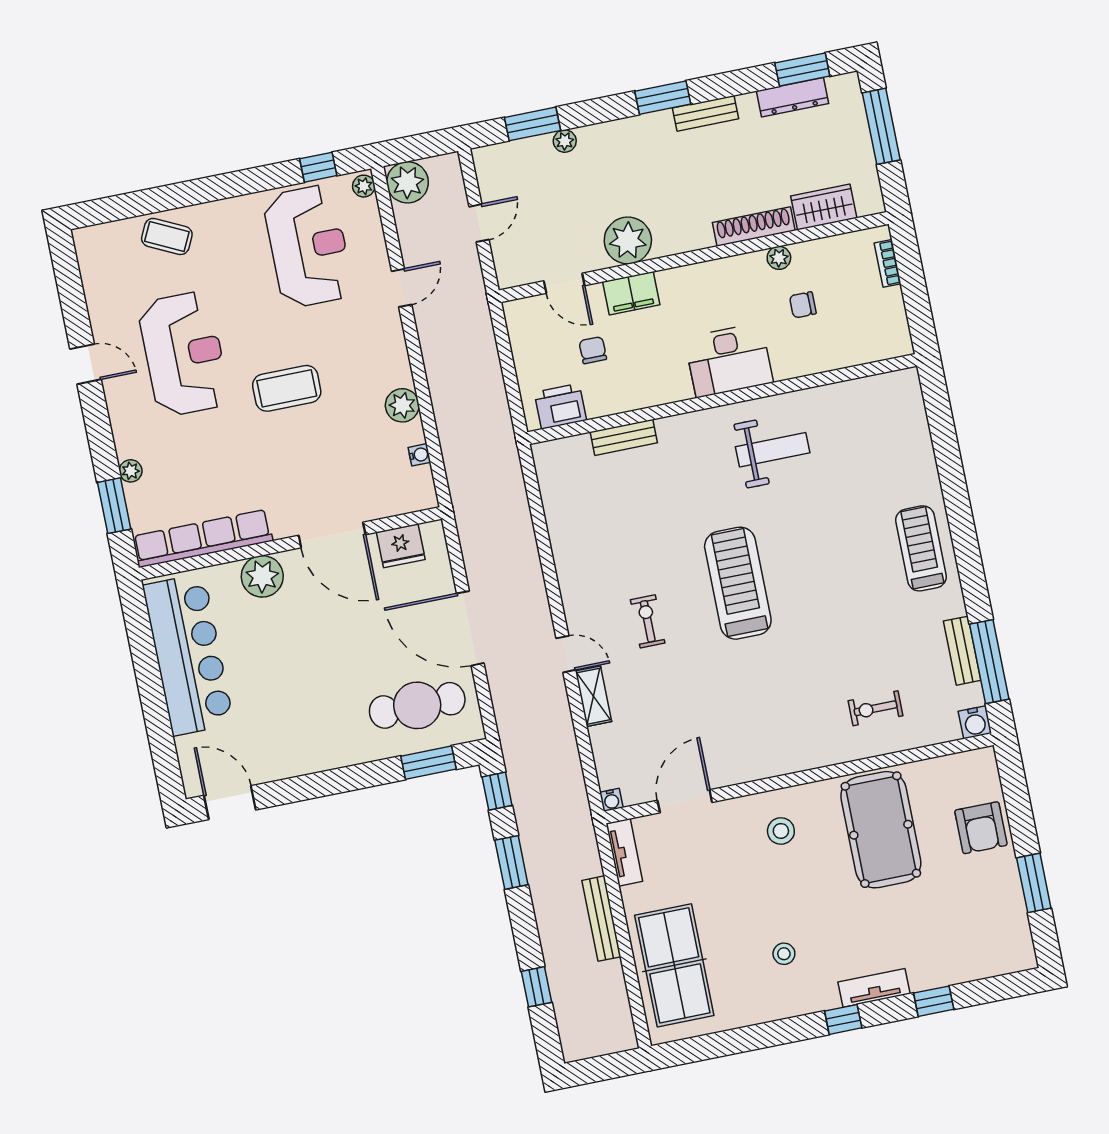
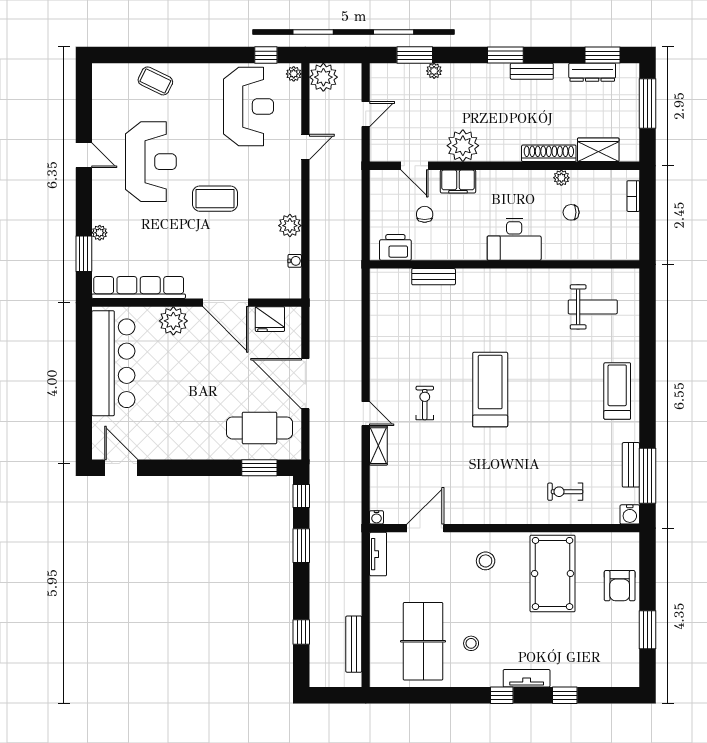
weight bench: (773, 450) -> (593, 307), moved
bench: (601, 919) -> (354, 644), moved
table tennis table: (674, 965) -> (423, 641), moved

